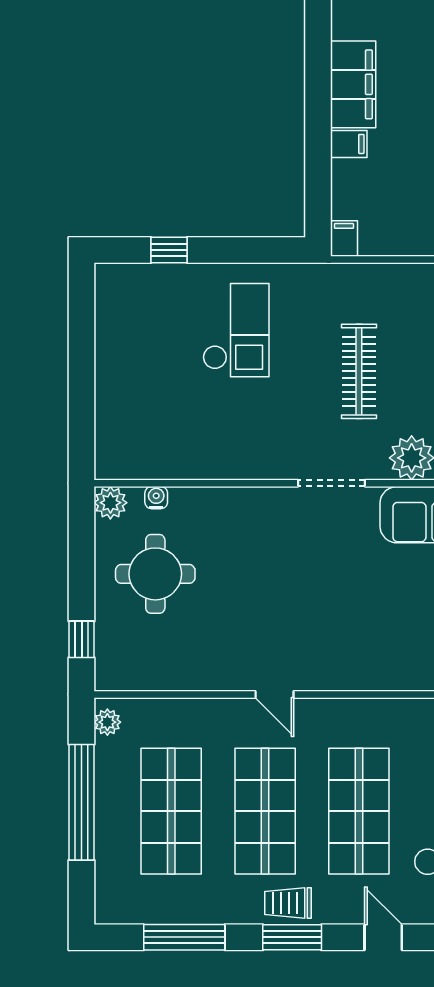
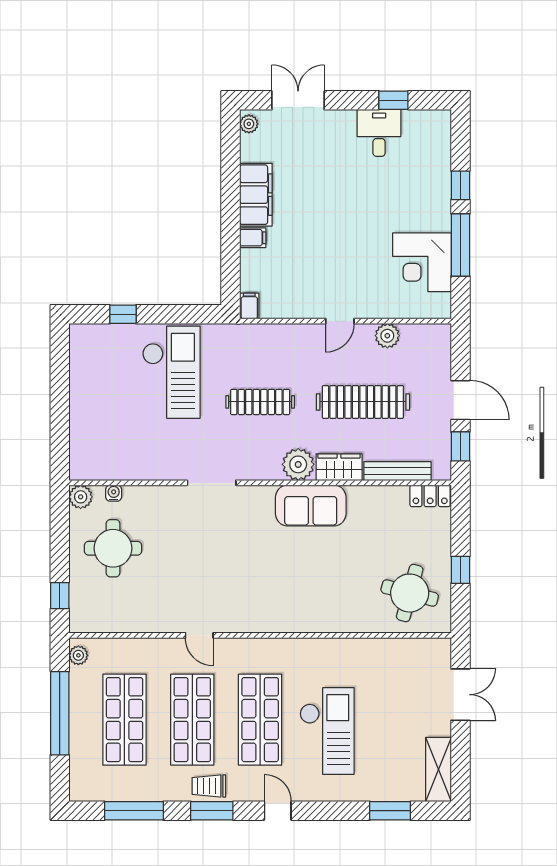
checkout: (236, 330) -> (171, 372), width x1.36, depth x1.21
clothes rail: (359, 371) -> (260, 402), turned 90
doorway: (332, 483) -> (212, 483), moved

